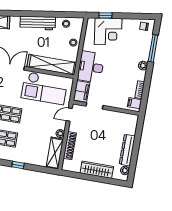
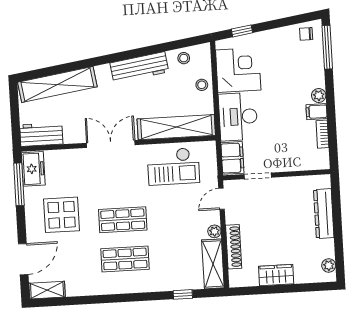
corner desk: (108, 32) -> (238, 70), moved, turned -82
window: (153, 48) -> (327, 47), moved
checkout: (44, 88) -> (173, 166), width x0.73, depth x0.83
filing cabinet: (135, 103) -> (317, 112), moved
dresser: (127, 150) -> (324, 214), moved
window: (18, 165) -> (183, 294), moved
wardrobe: (97, 170) -> (276, 275), width x0.67

